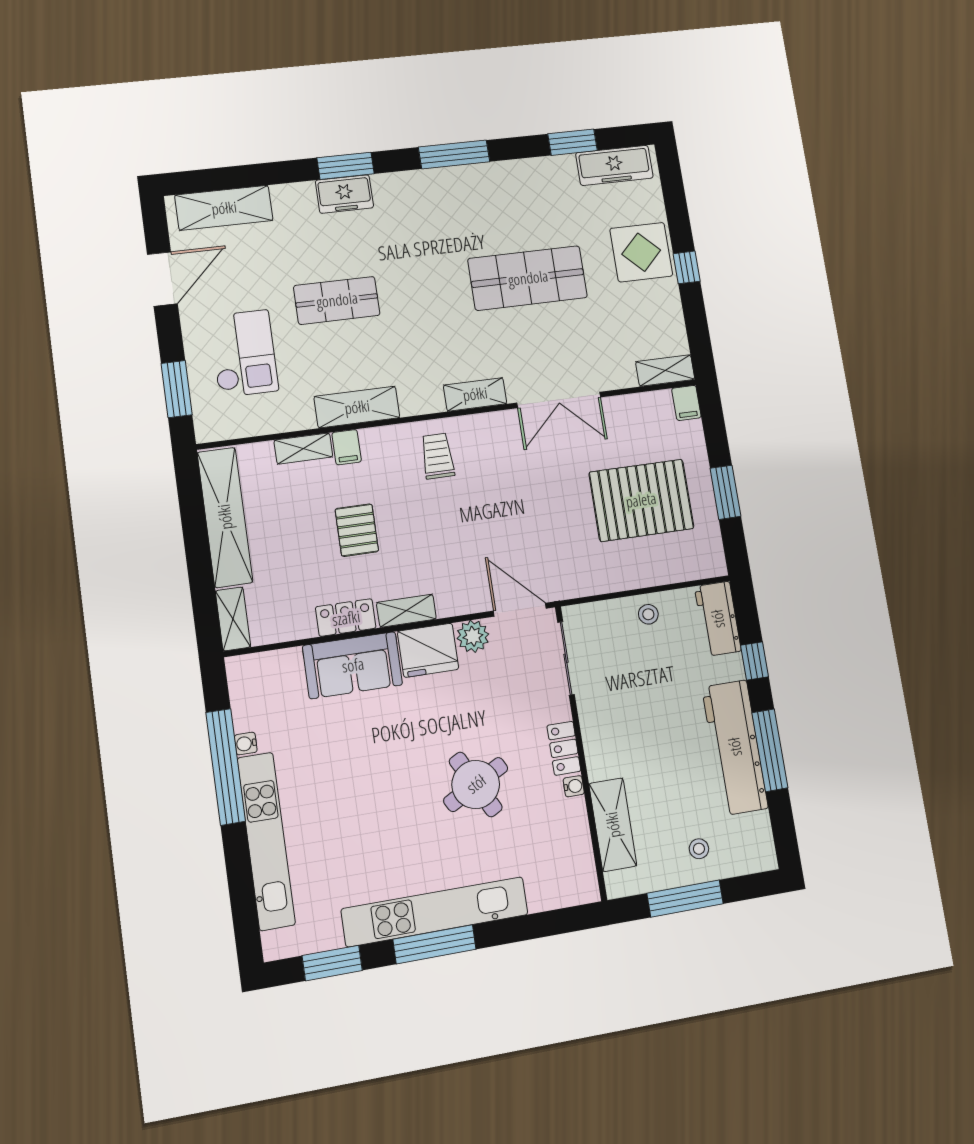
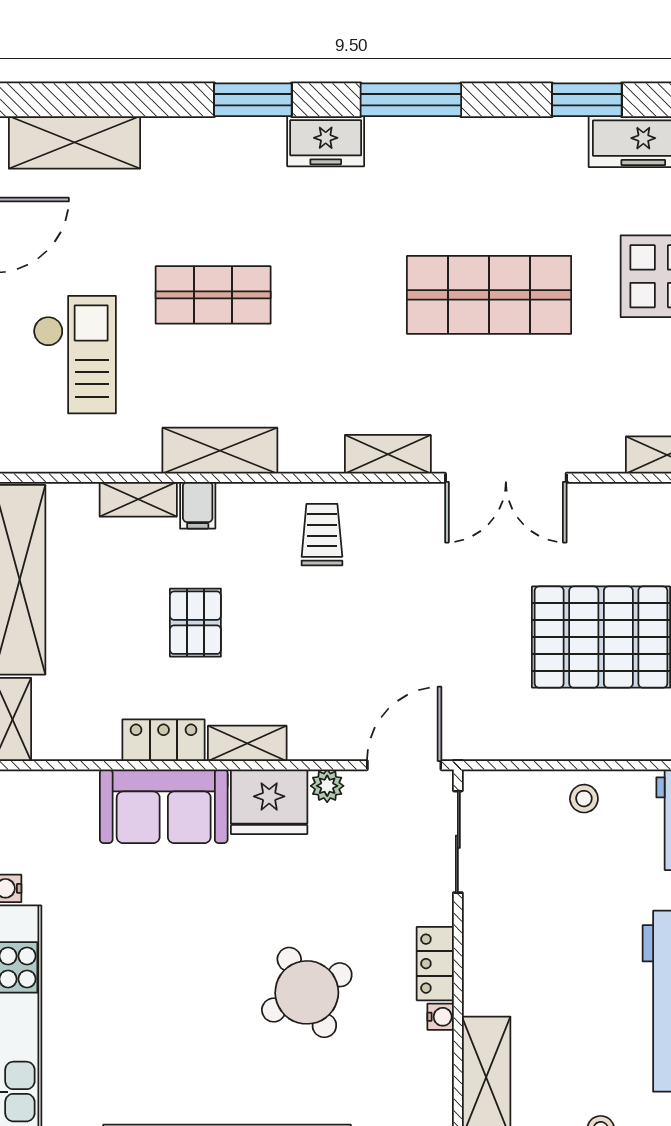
freezer: (344, 194) -> (326, 141), moved
door: (520, 610) -> (404, 765), hinge flipped
plant: (473, 636) -> (327, 786), width x0.73, depth x0.73

